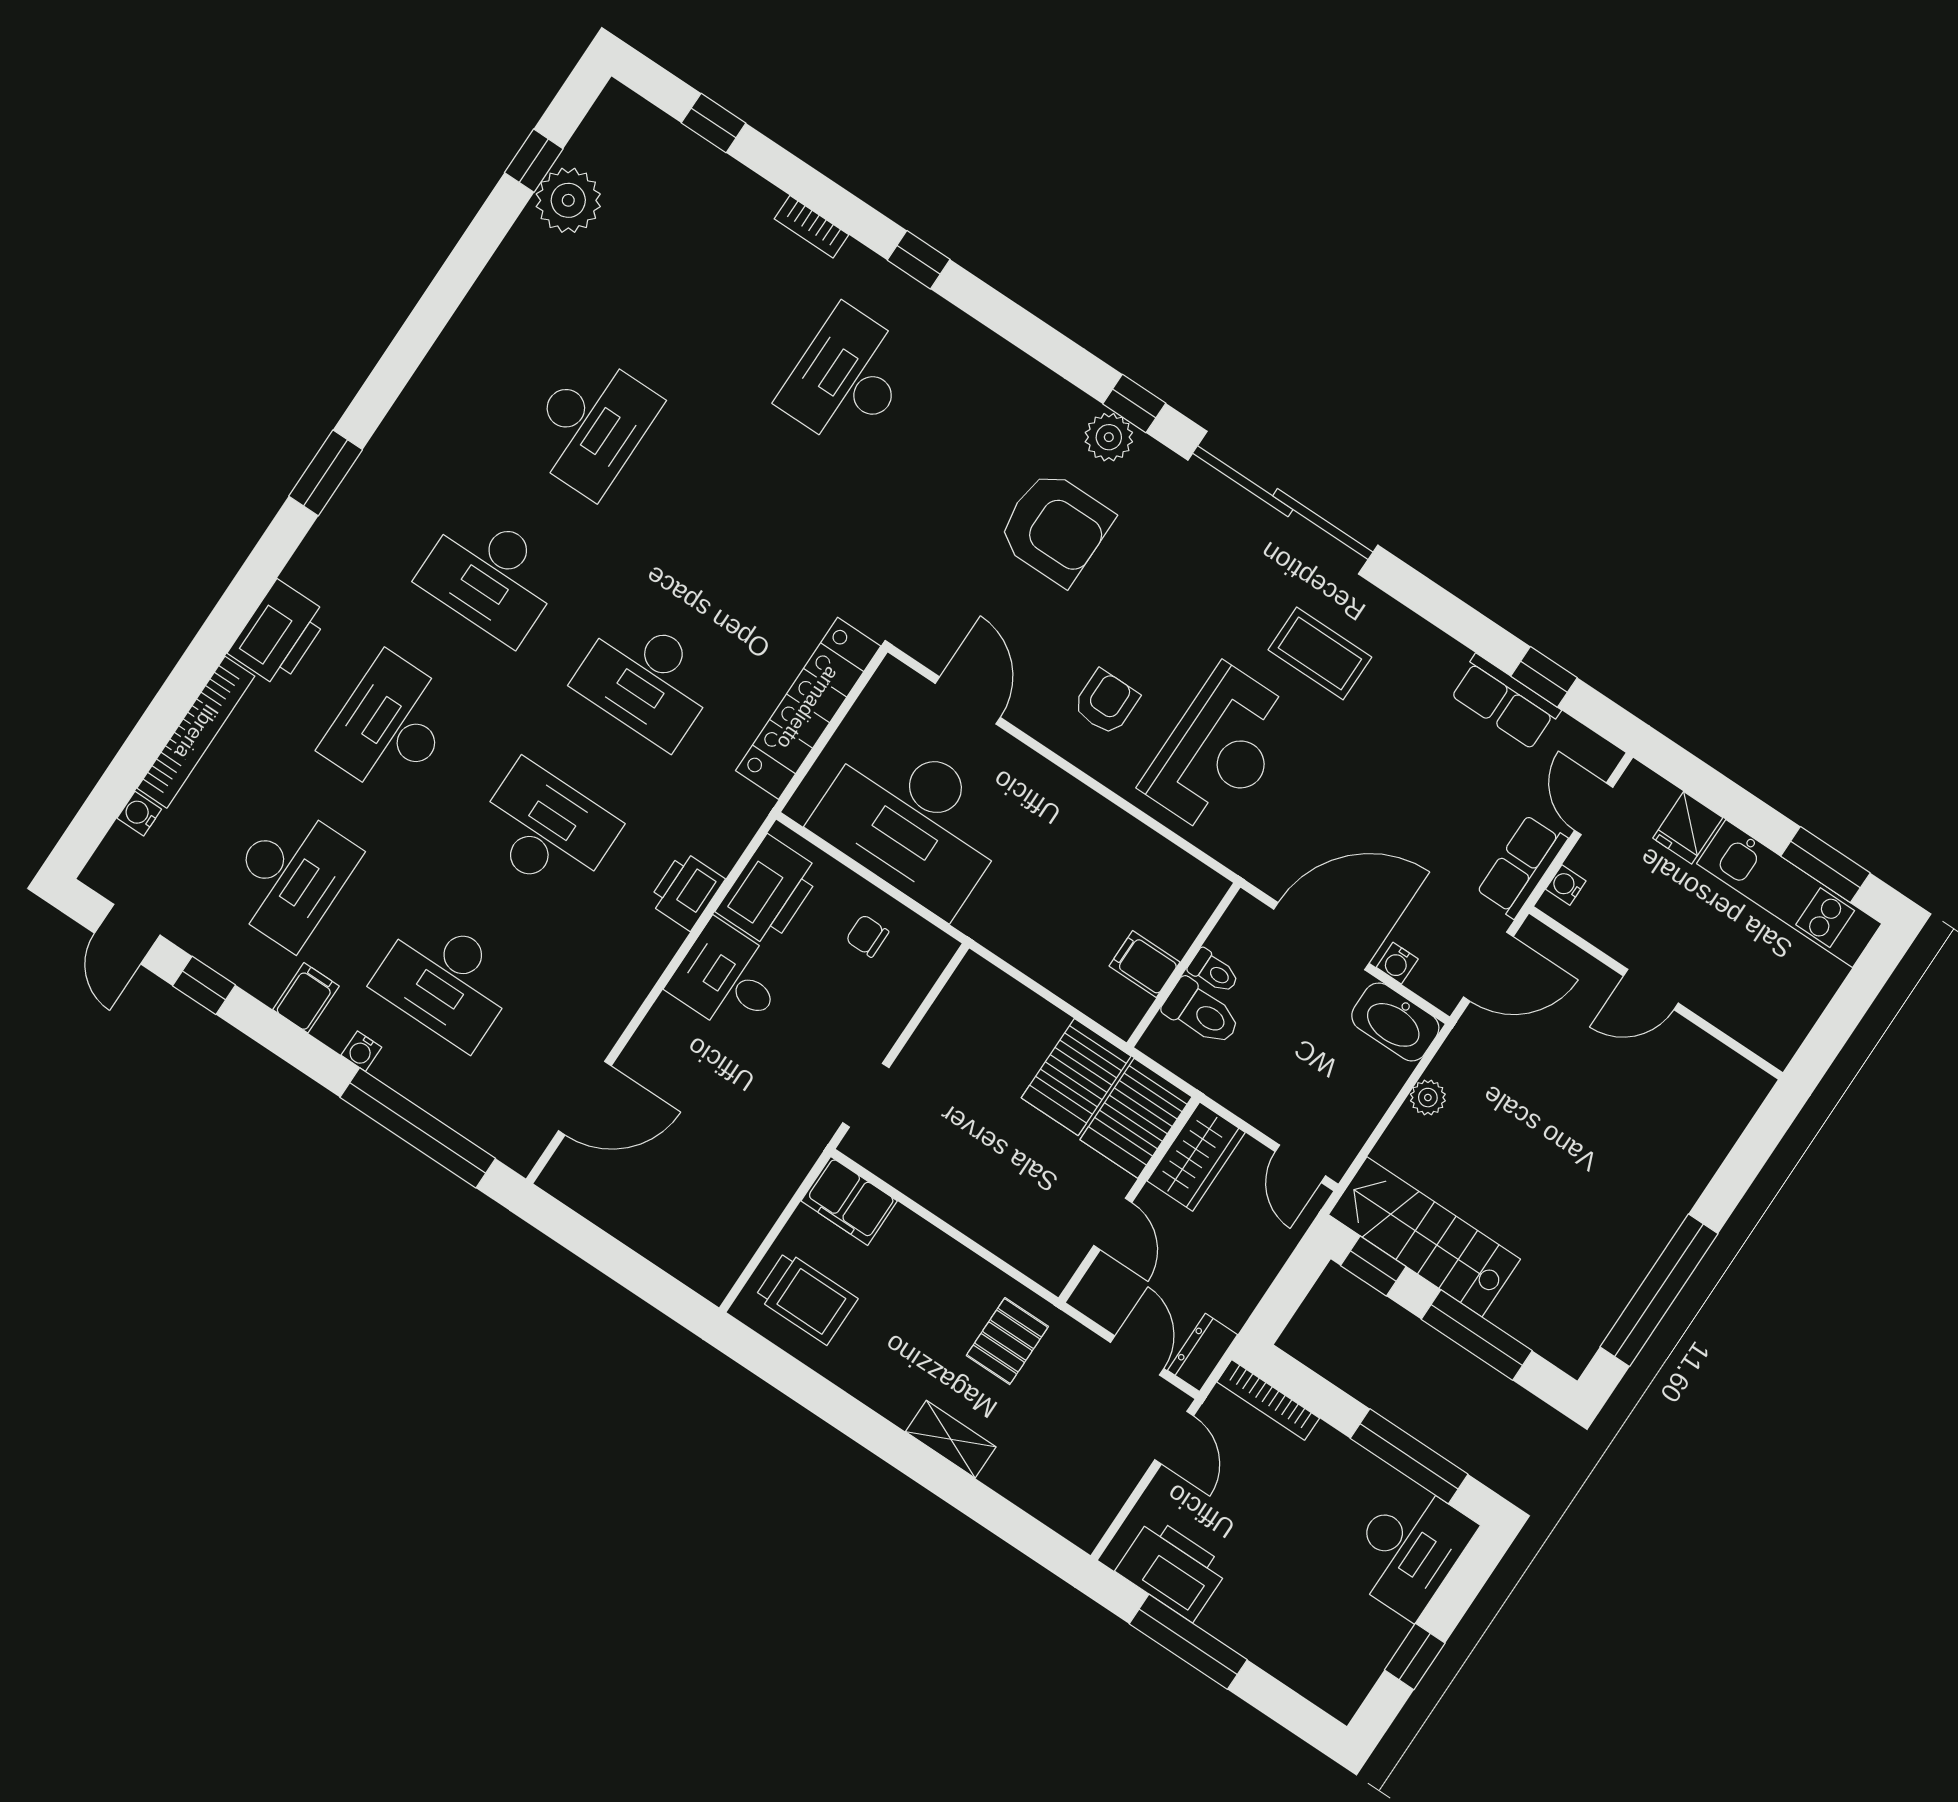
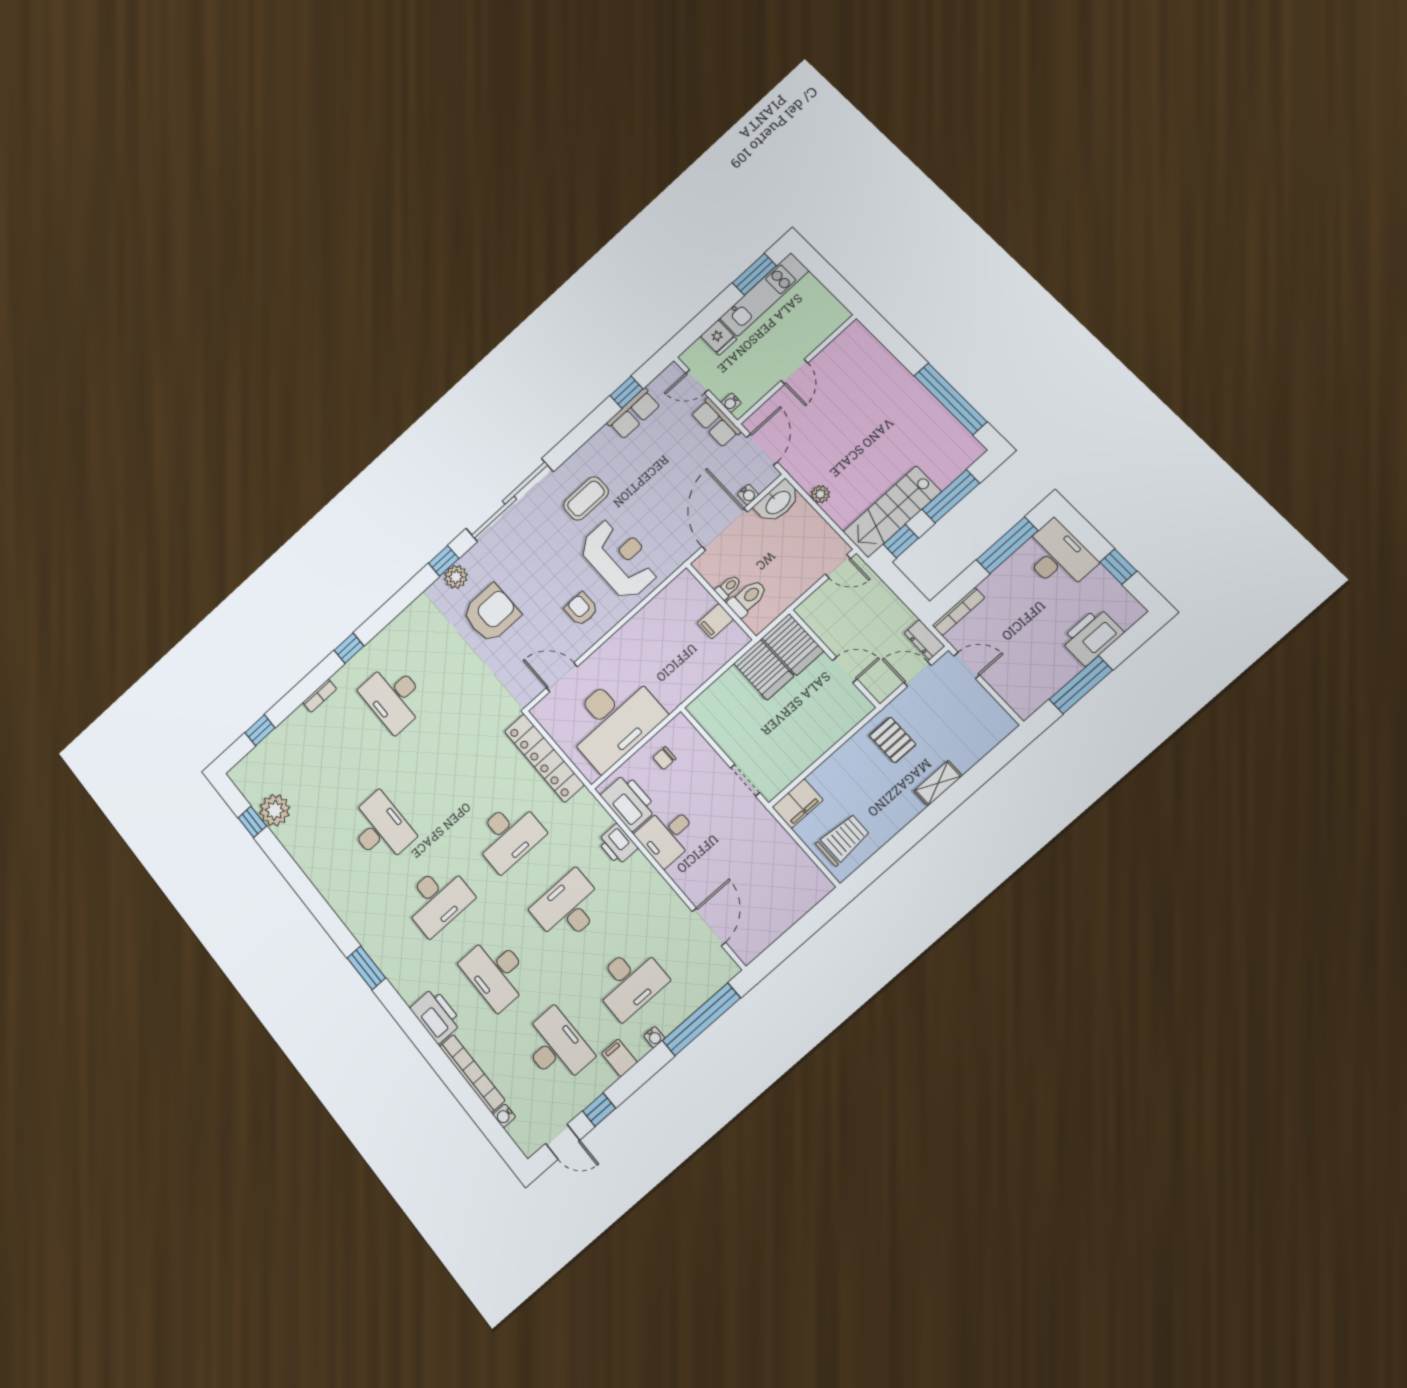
wardrobe: (1196, 1157) -> (821, 619), removed
printer: (1172, 1569) -> (1092, 636), moved

